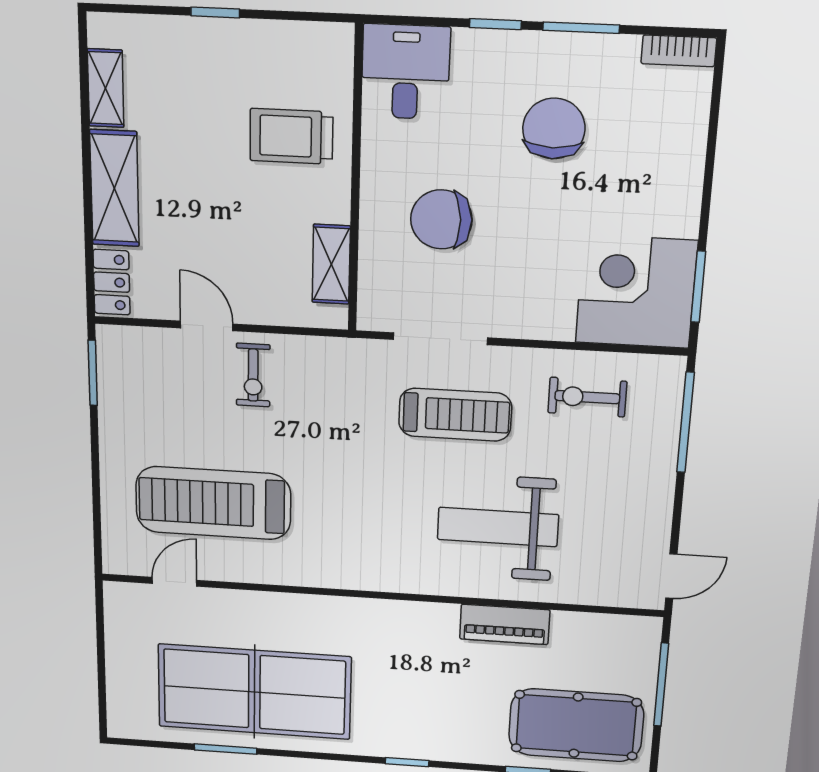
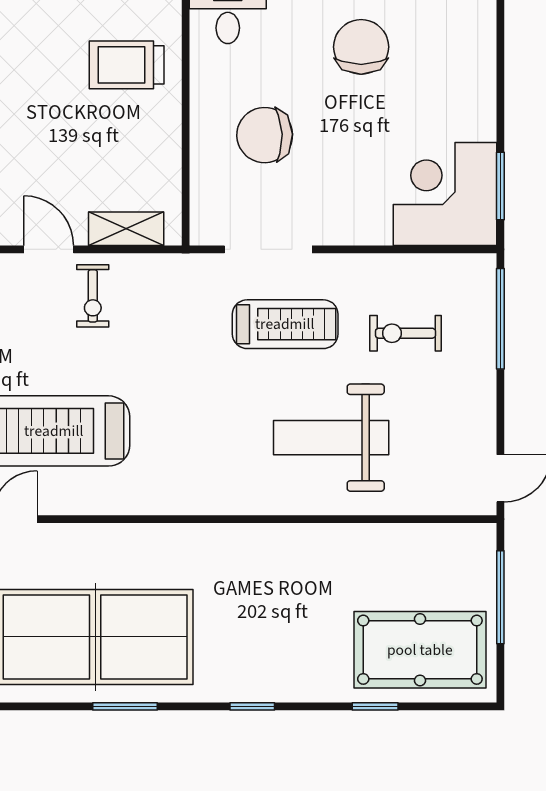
shelving: (331, 264) -> (126, 229), moved, turned 90
exercise bike: (587, 397) -> (406, 333), moved
piano: (505, 624) -> (343, 542), removed
window: (225, 749) -> (125, 706), moved

